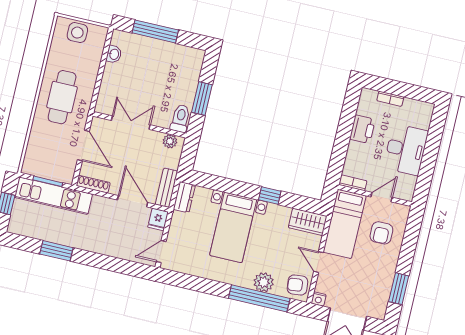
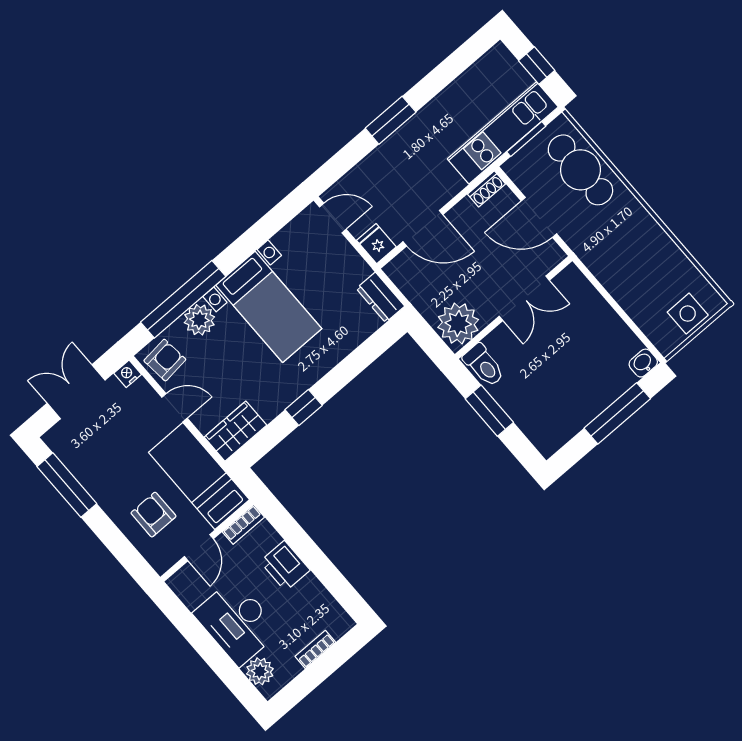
washbasin: (114, 54) -> (643, 363), moved, turned 90
cafe table: (62, 97) -> (580, 170), moved
plant: (422, 119) -> (260, 671), added
printer: (362, 129) -> (285, 566), moved
plant: (170, 141) -> (458, 323), width x1.88, depth x1.88
shoe rack: (93, 184) -> (487, 189), width x0.70
bench: (167, 188) -> (409, 284), removed
bed with nightstands: (233, 227) -> (269, 307), moved, turned 180
window: (56, 251) -> (391, 120), moved
door: (161, 252) -> (333, 218), hinge flipped
window: (399, 289) -> (67, 485), width x1.44

